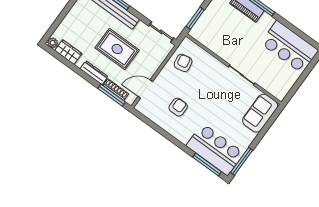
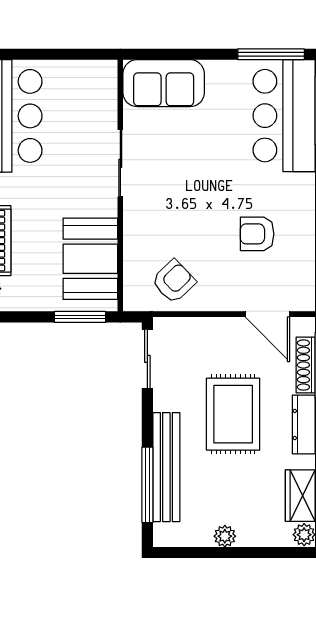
plant: (74, 13) -> (225, 536), added
booth: (214, 38) -> (90, 259), added
armchair: (183, 63) -> (174, 281), turned 147

